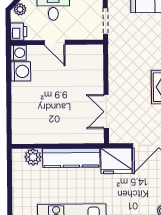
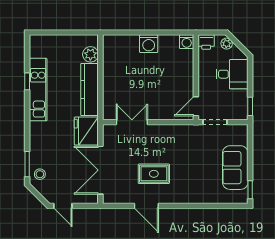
door: (55, 42) -> (196, 106), moved
washing machine: (21, 71) -> (149, 44), moved

